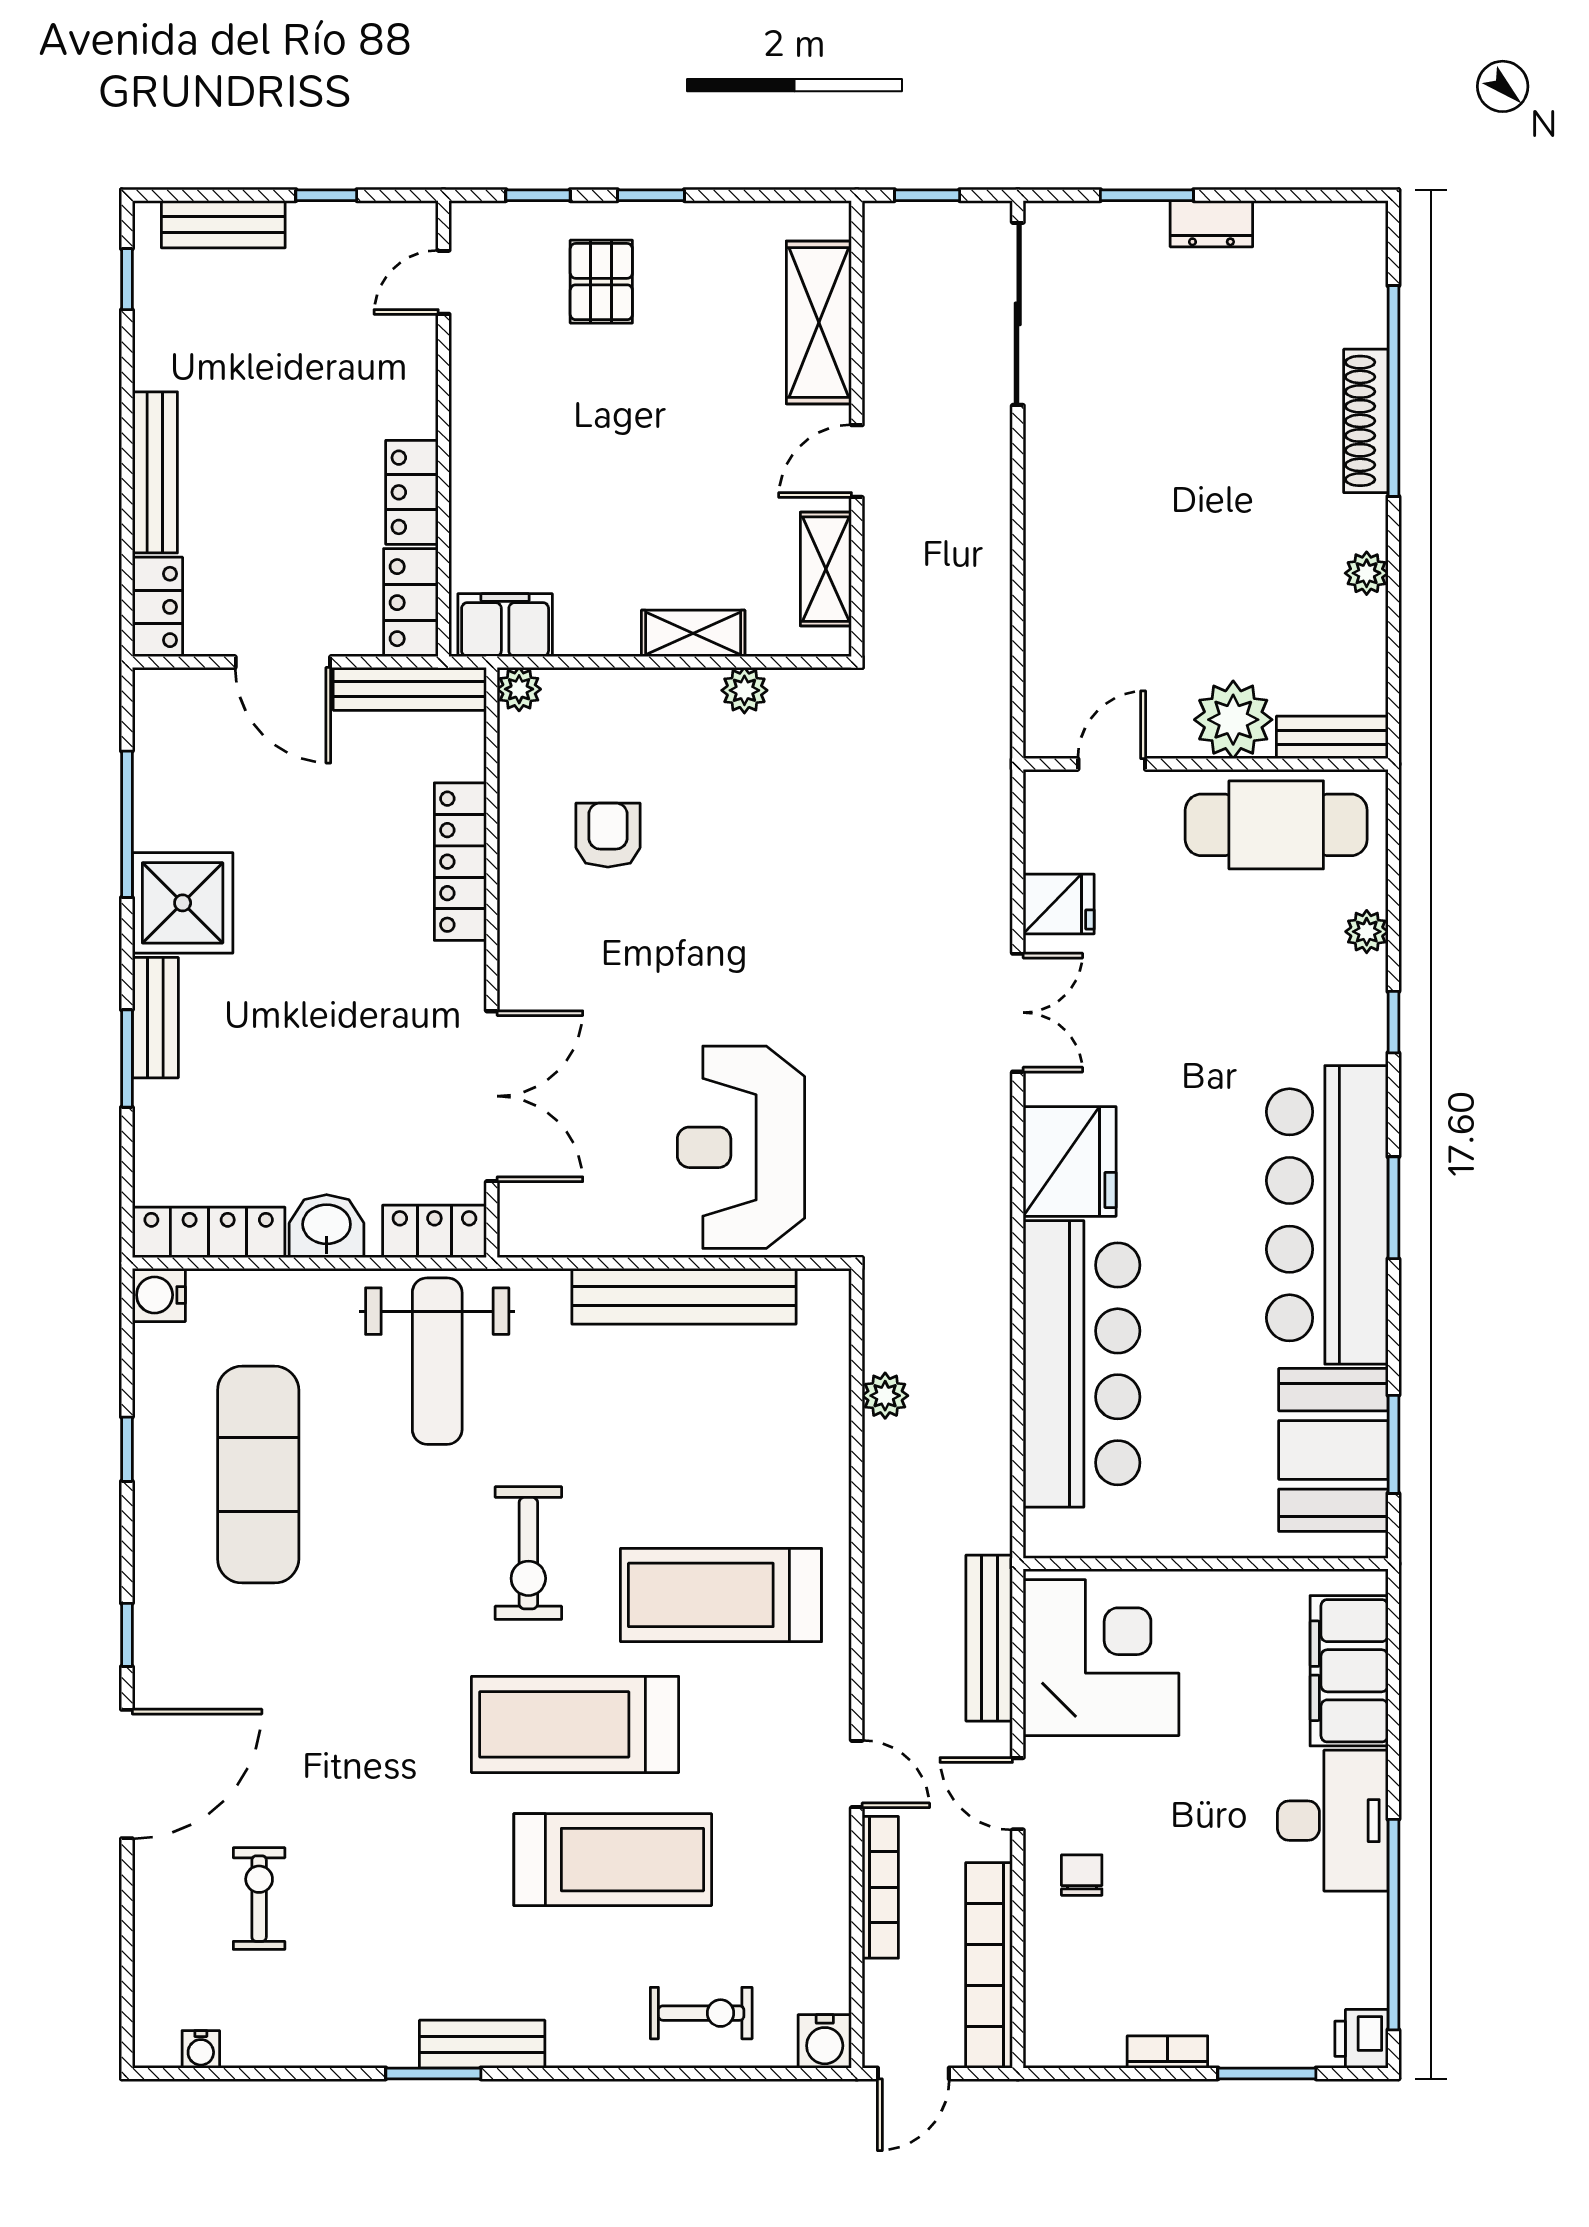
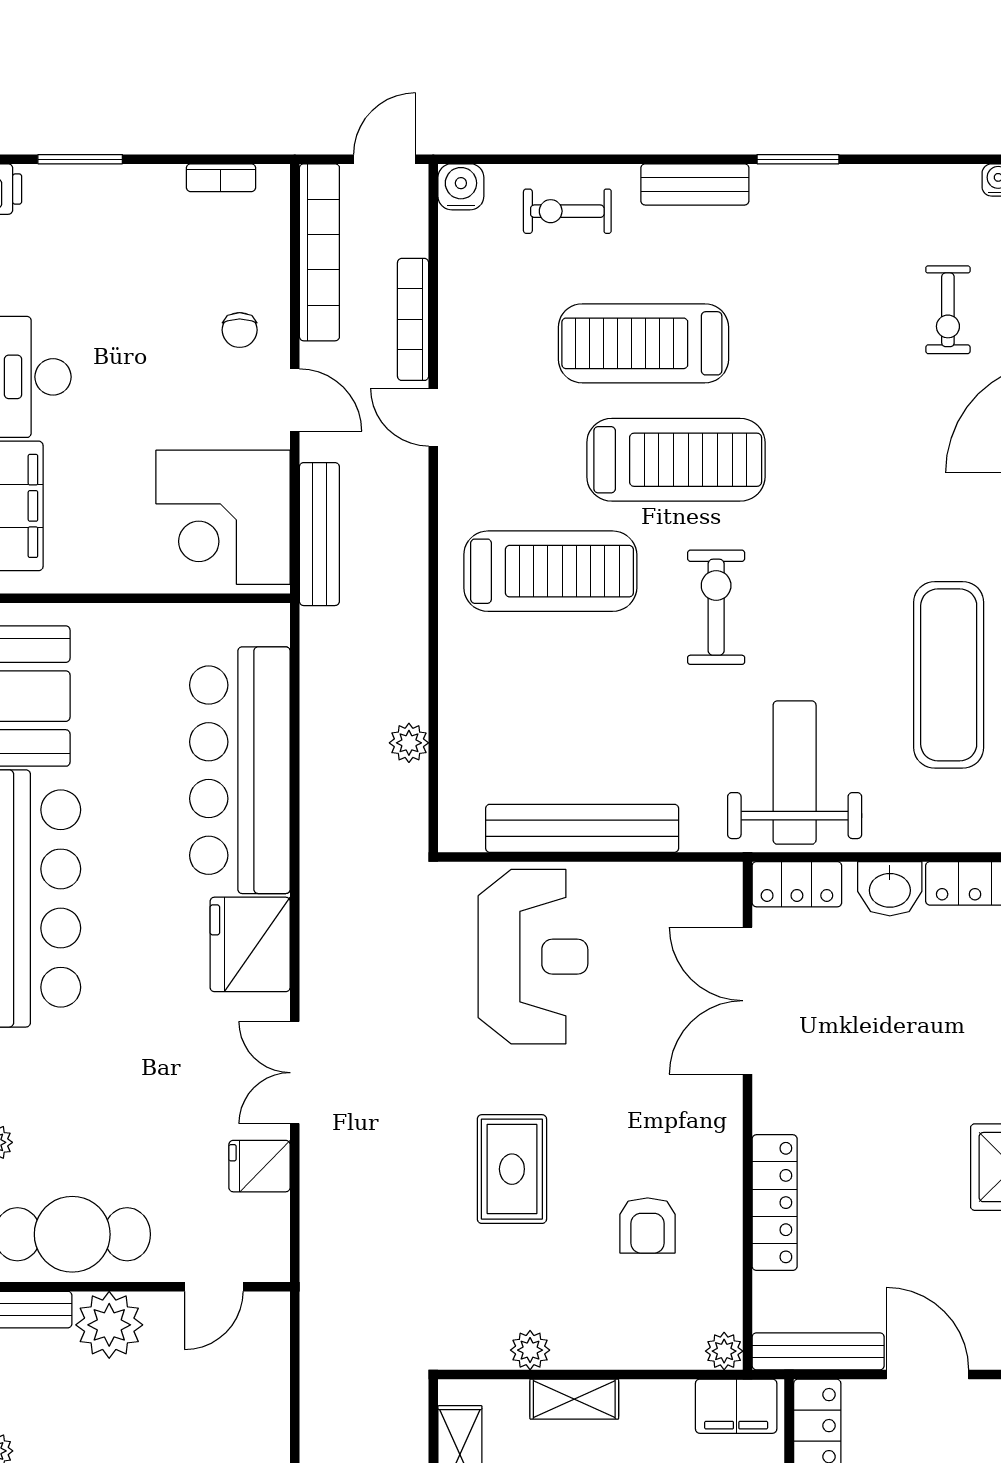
rug: (765, 901) -> (512, 1169), added
bench: (482, 2044) -> (695, 184), moved
bookcase: (1167, 2052) -> (221, 178), moved

